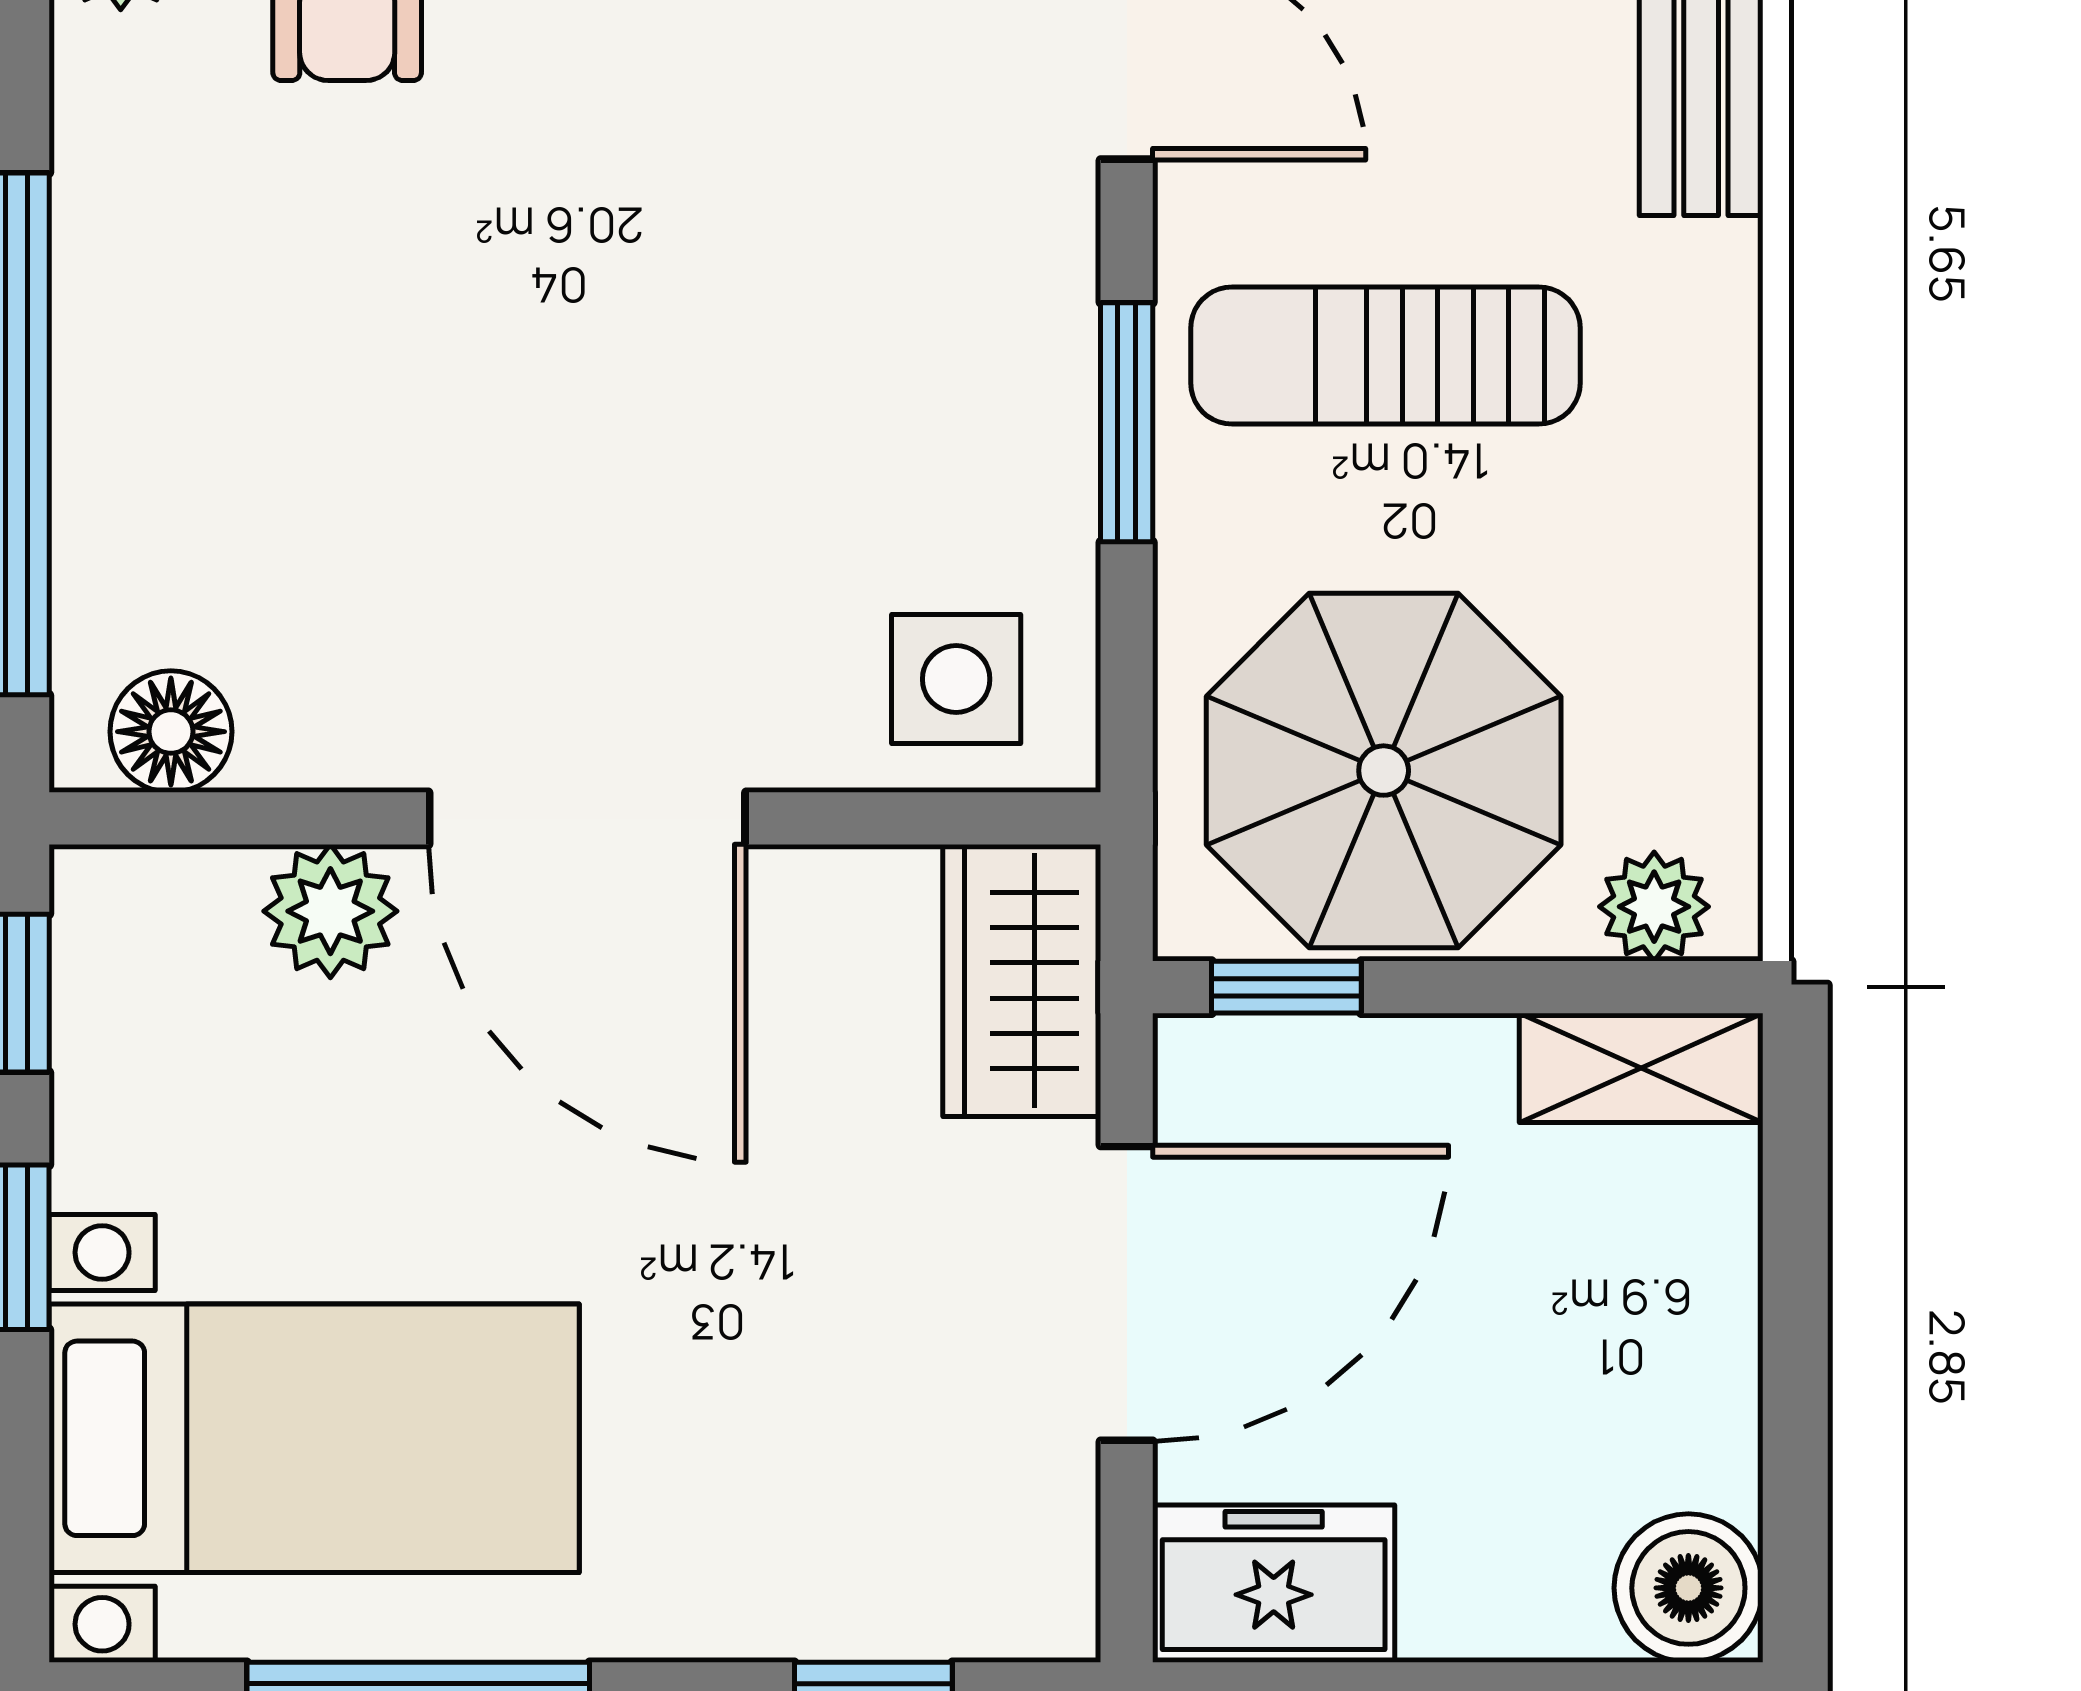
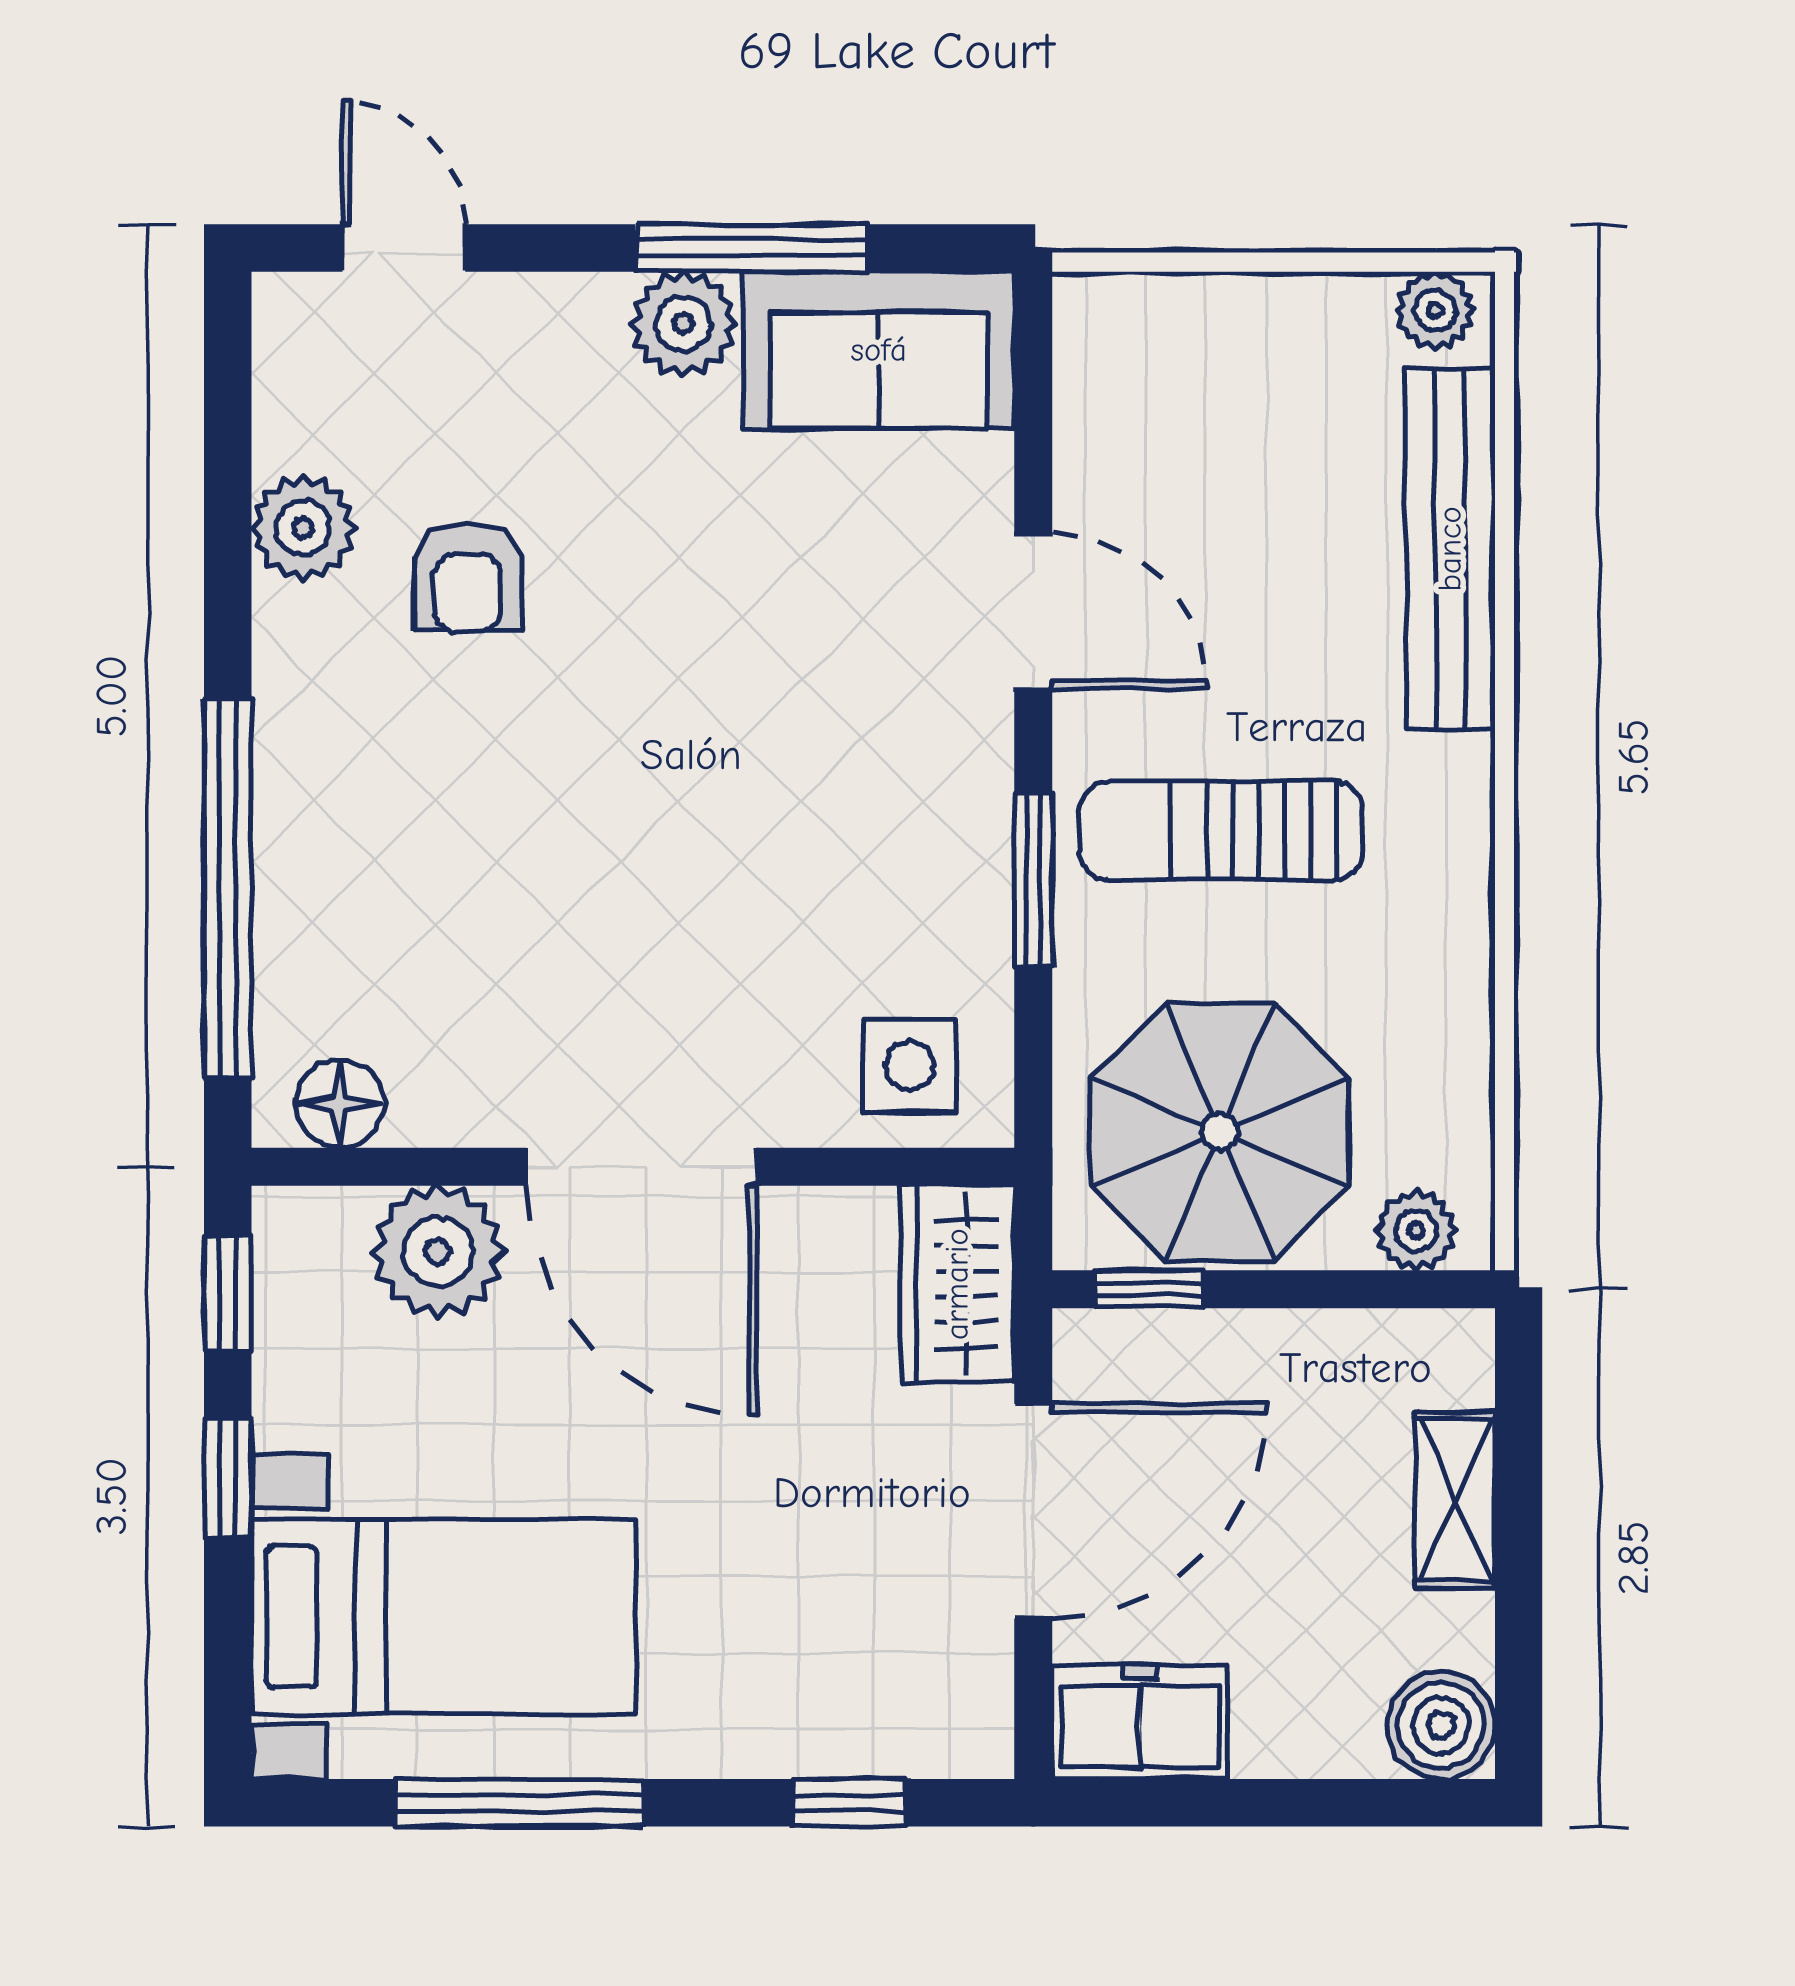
plant: (330, 911) -> (438, 1252), width x1.36, depth x1.36
shelving: (1641, 1068) -> (1455, 1500), moved, turned 90

